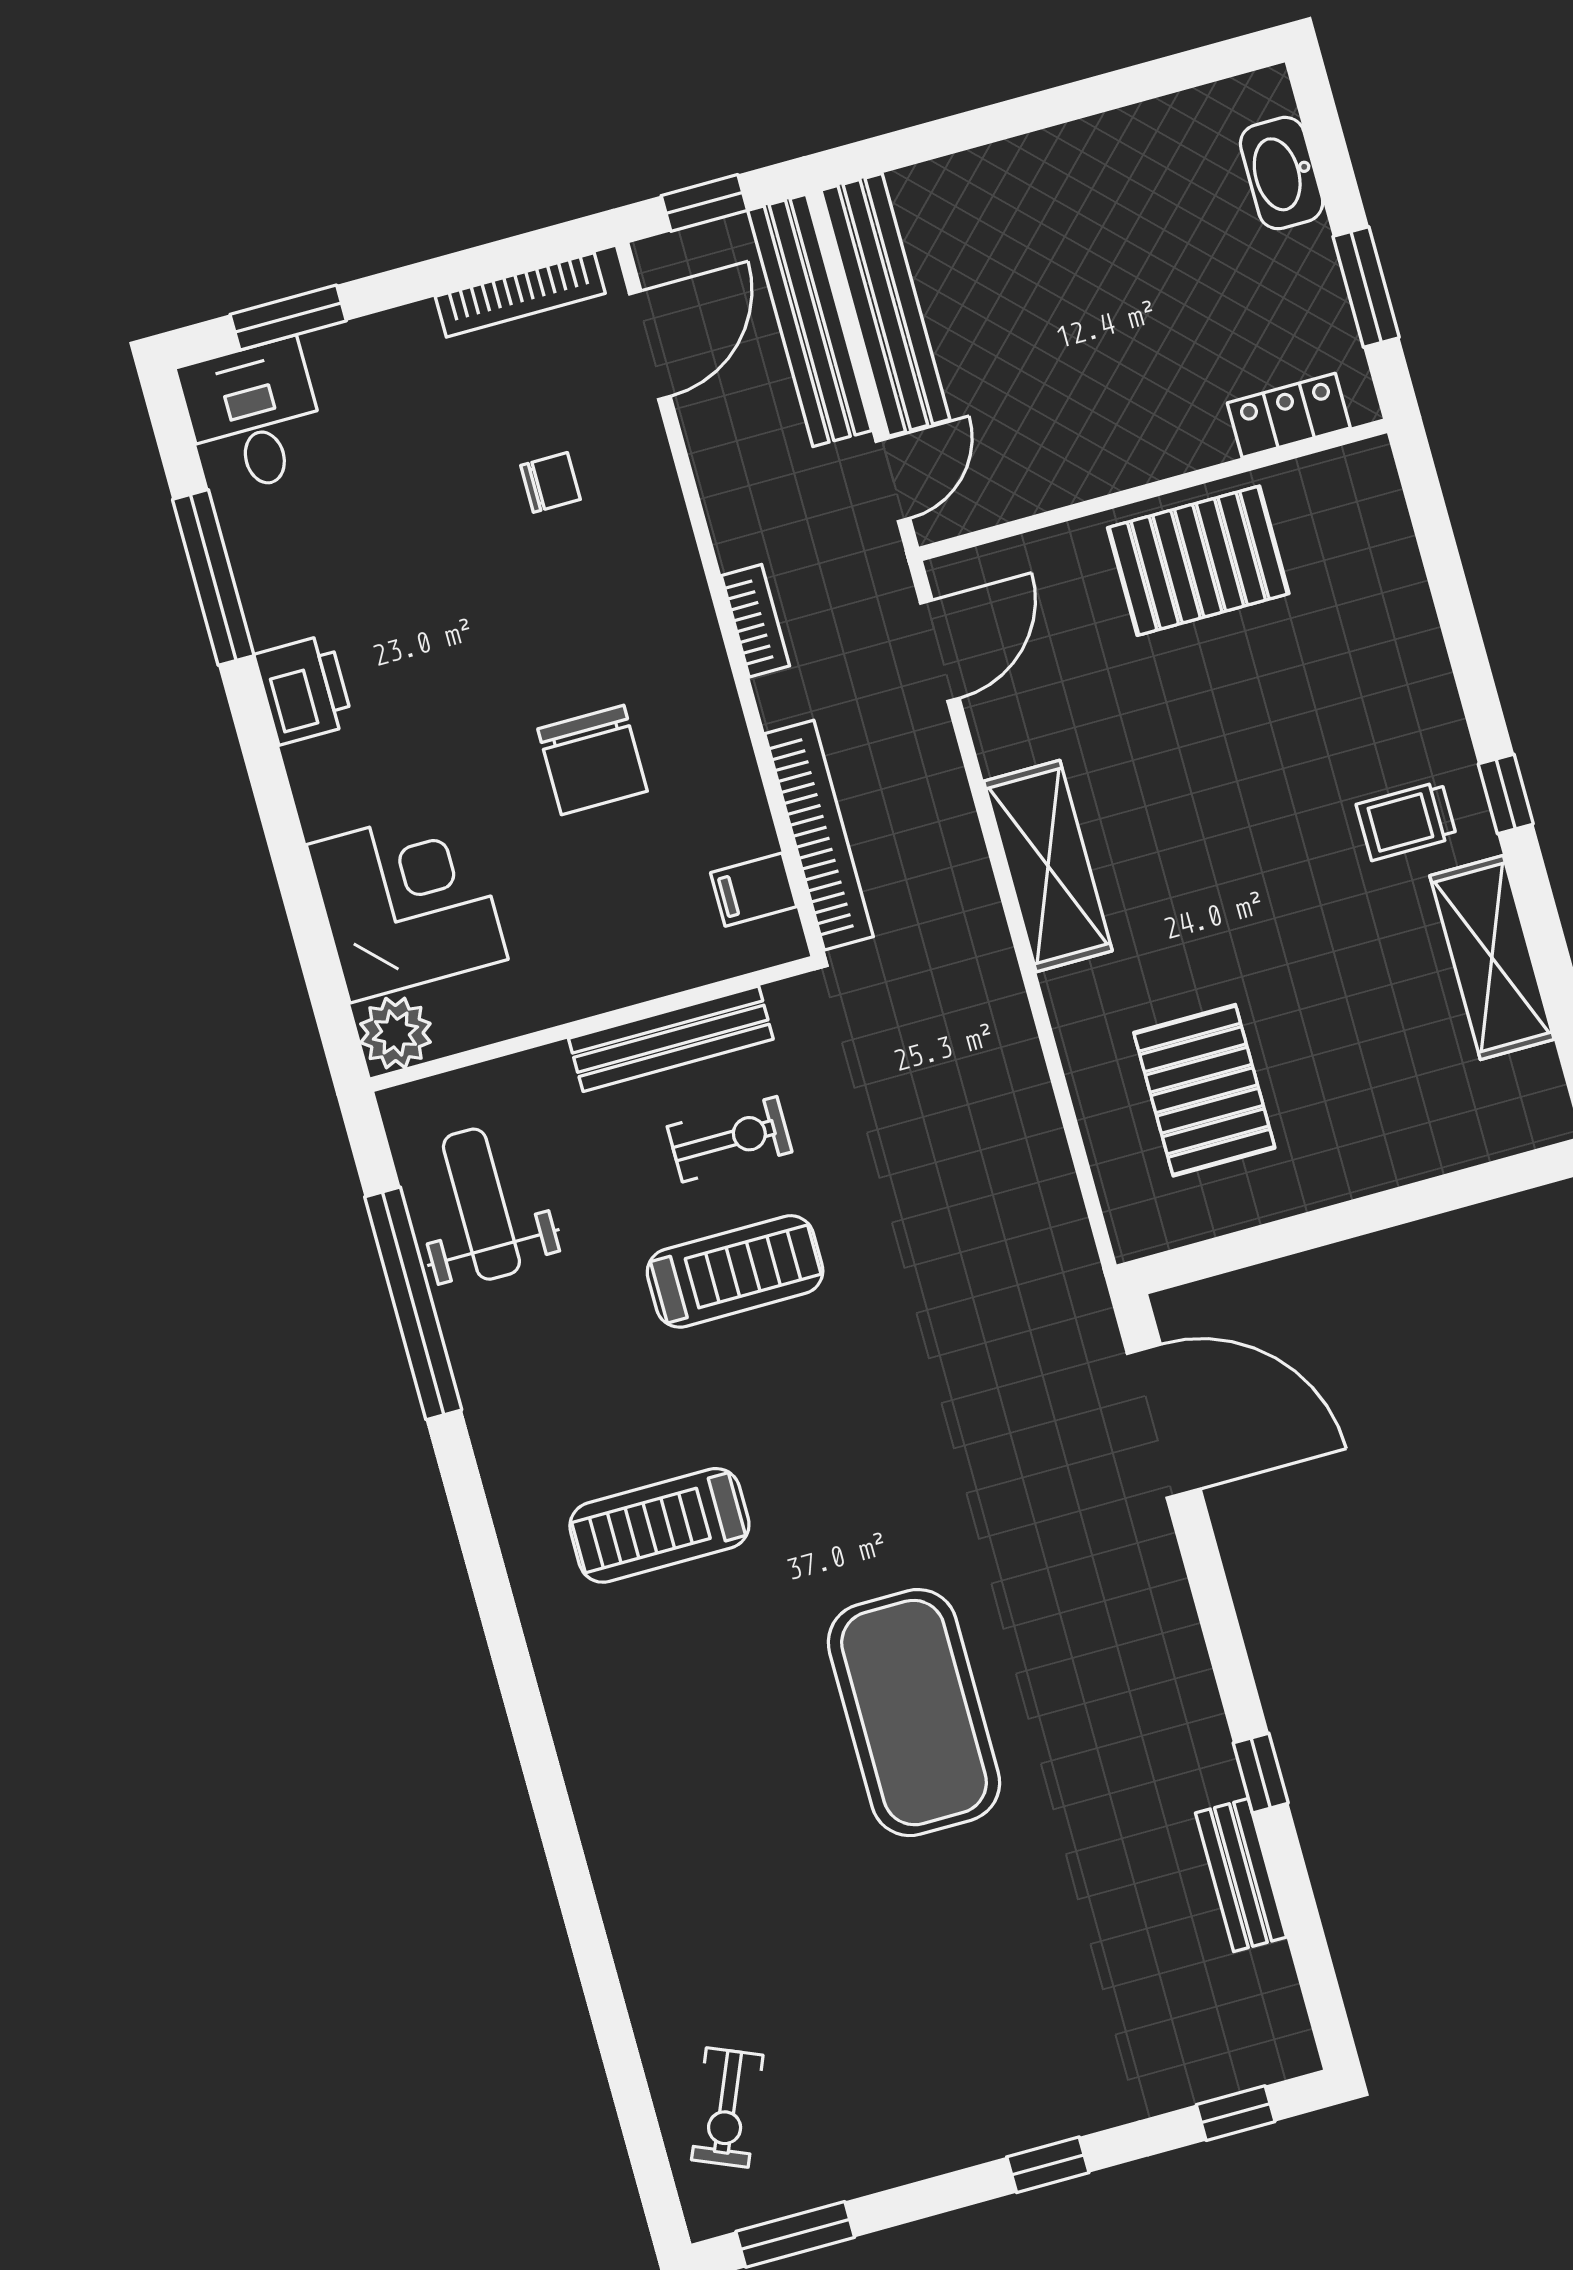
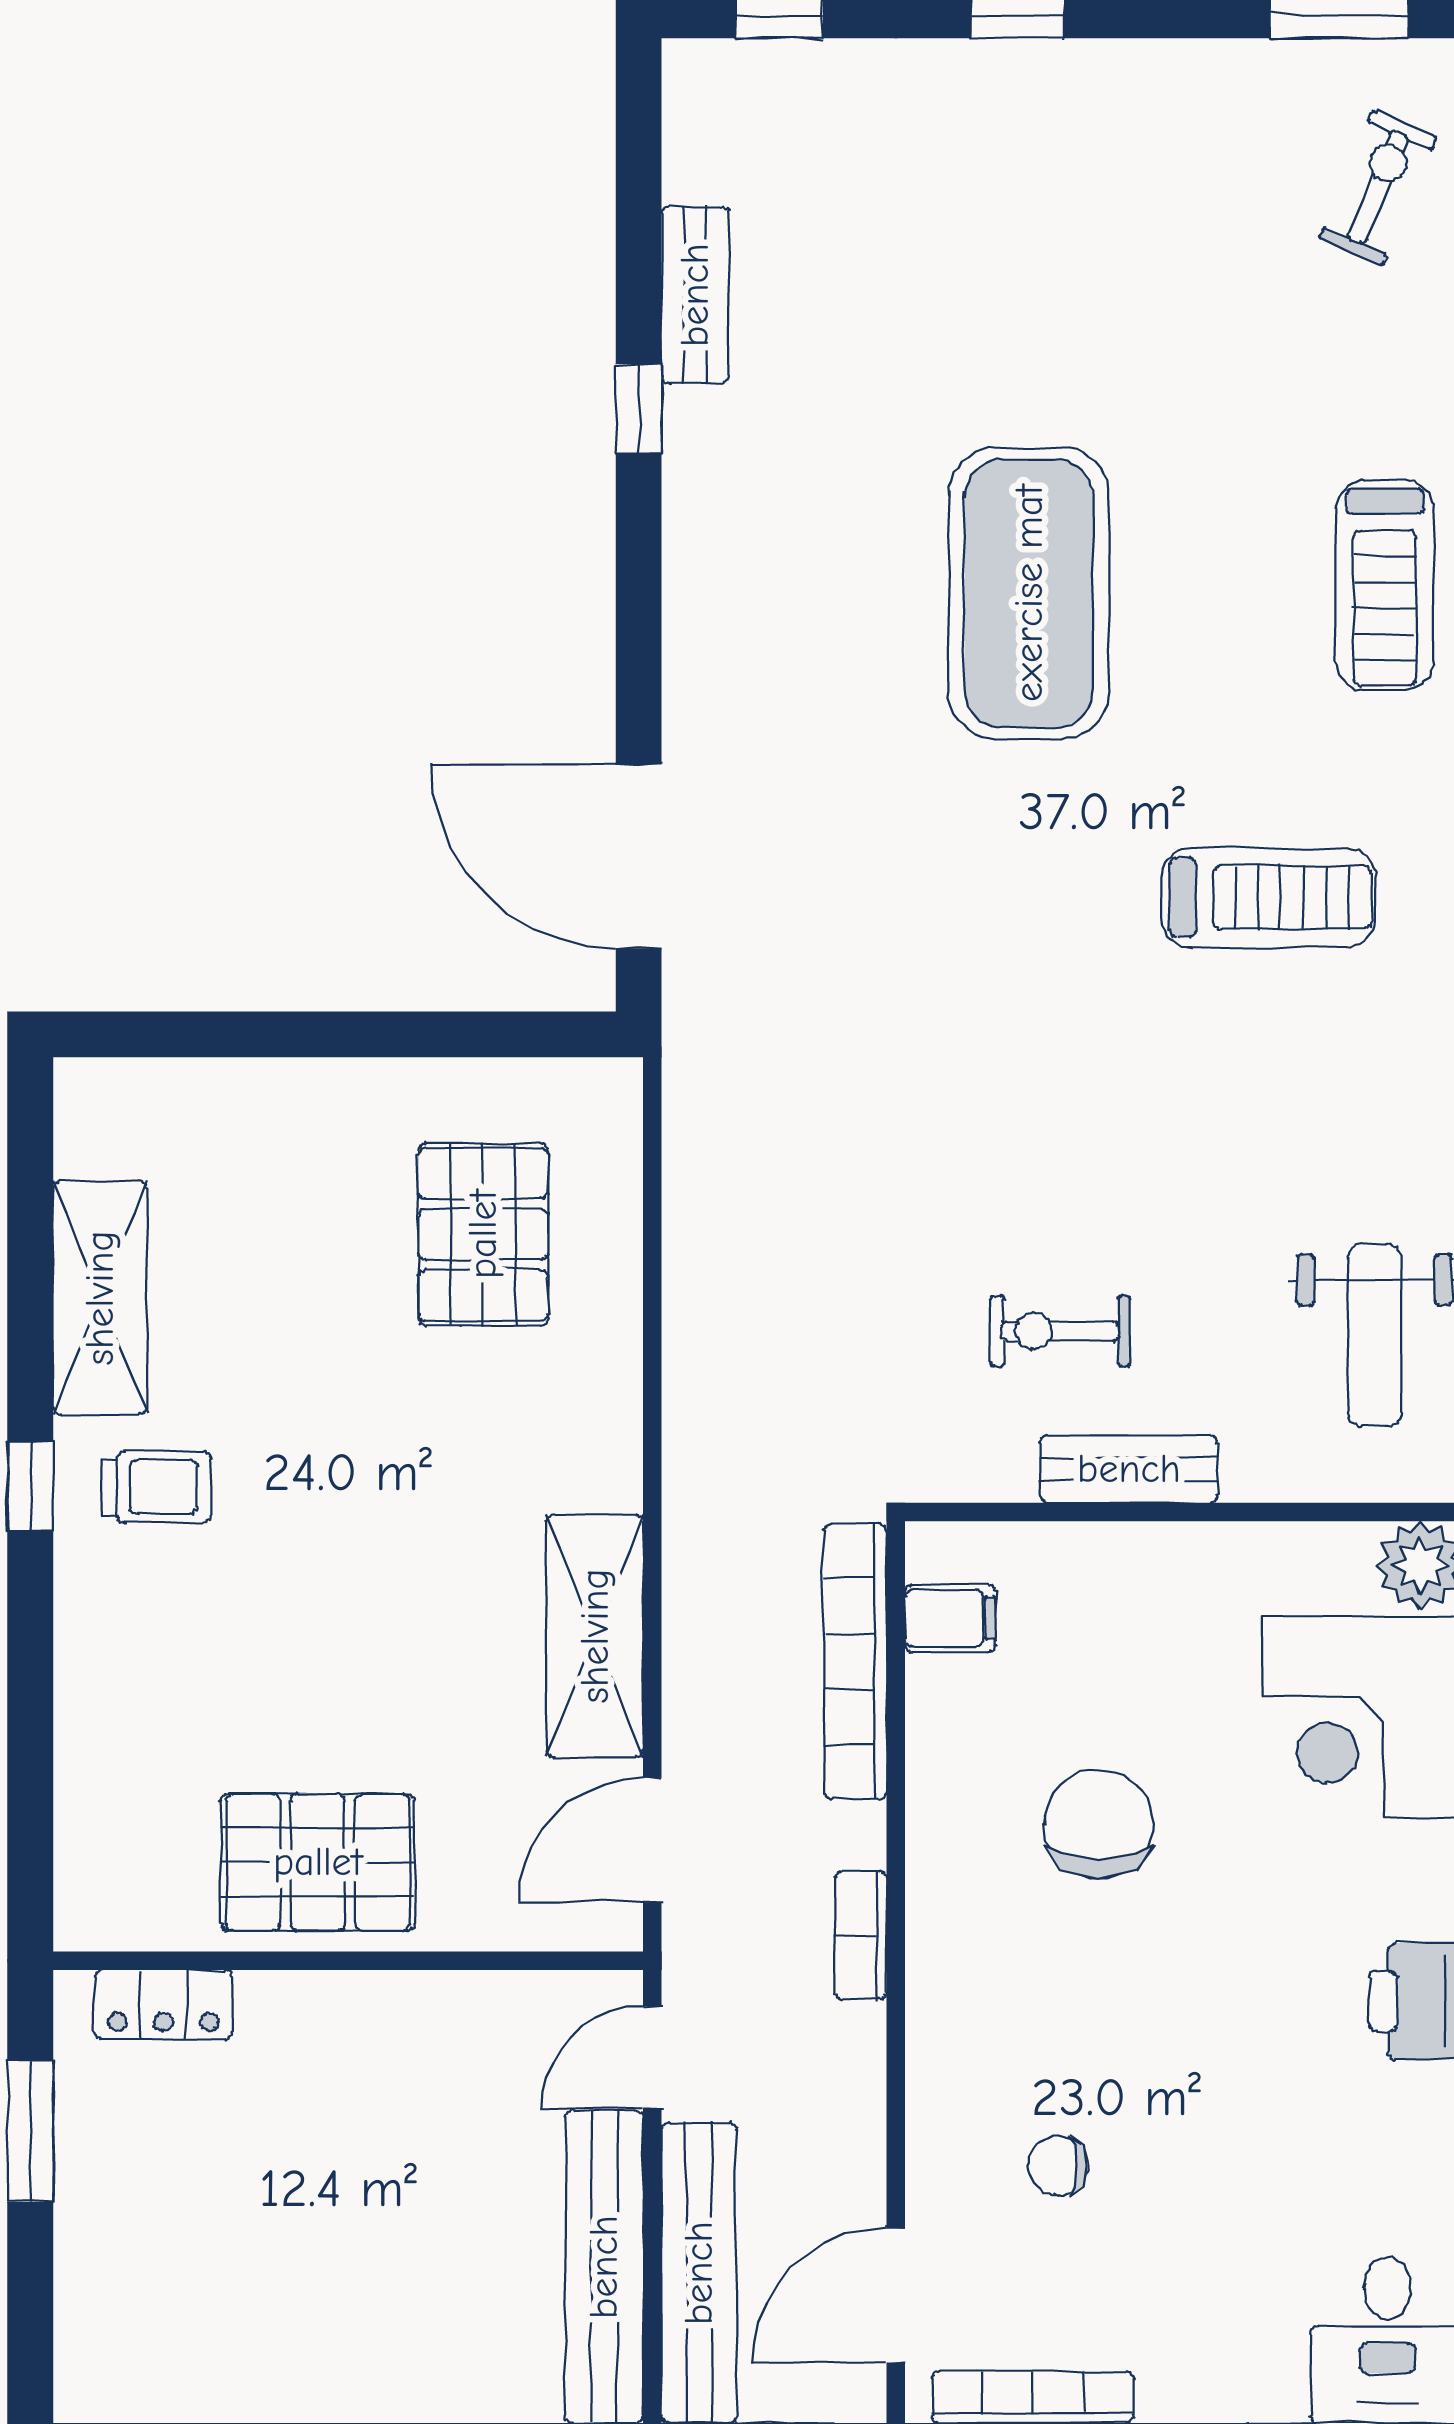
washbasin: (1282, 173) -> (93, 2293), removed
shelving: (1048, 866) -> (595, 1636), moved
bench: (671, 1039) -> (1129, 1469), width x0.73
treadmill: (735, 1271) -> (1385, 585), moved, turned -90

